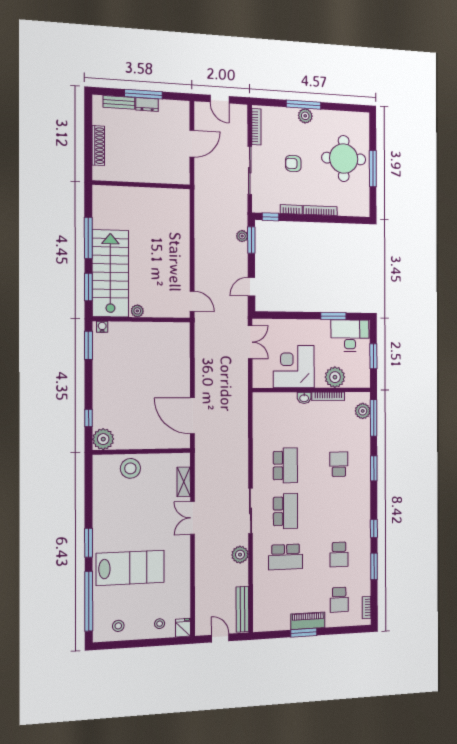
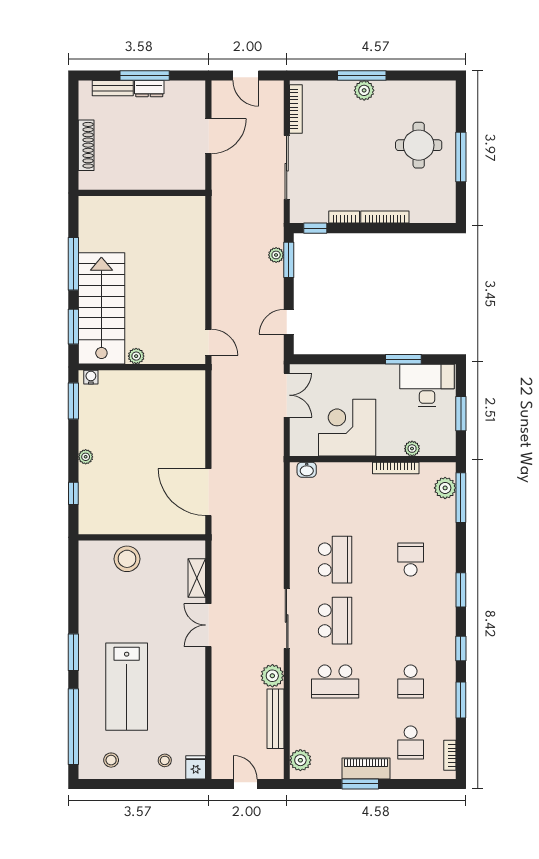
round table: (344, 159) -> (419, 145), width x0.73, depth x0.73
armchair: (293, 164) -> (347, 155), removed
plant: (335, 377) -> (412, 449), width x0.53, depth x0.53
washbasin: (304, 398) -> (307, 470), moved
plant: (103, 439) -> (86, 457), moved, width x0.53, depth x0.53
window: (374, 468) -> (461, 590), moved
lab bench: (130, 568) -> (127, 687), turned 90
bench: (242, 609) -> (275, 719), moved
plant: (261, 617) -> (300, 760), added

